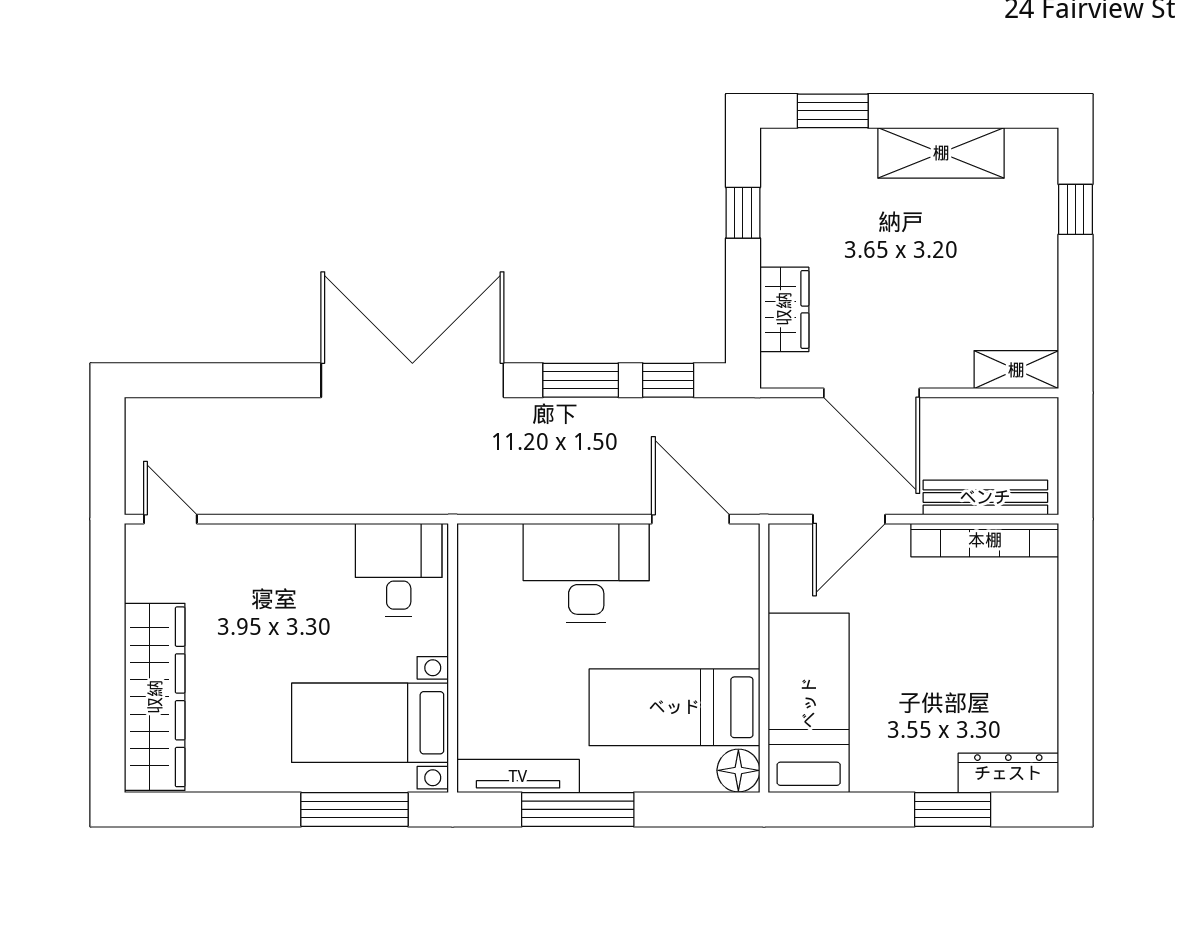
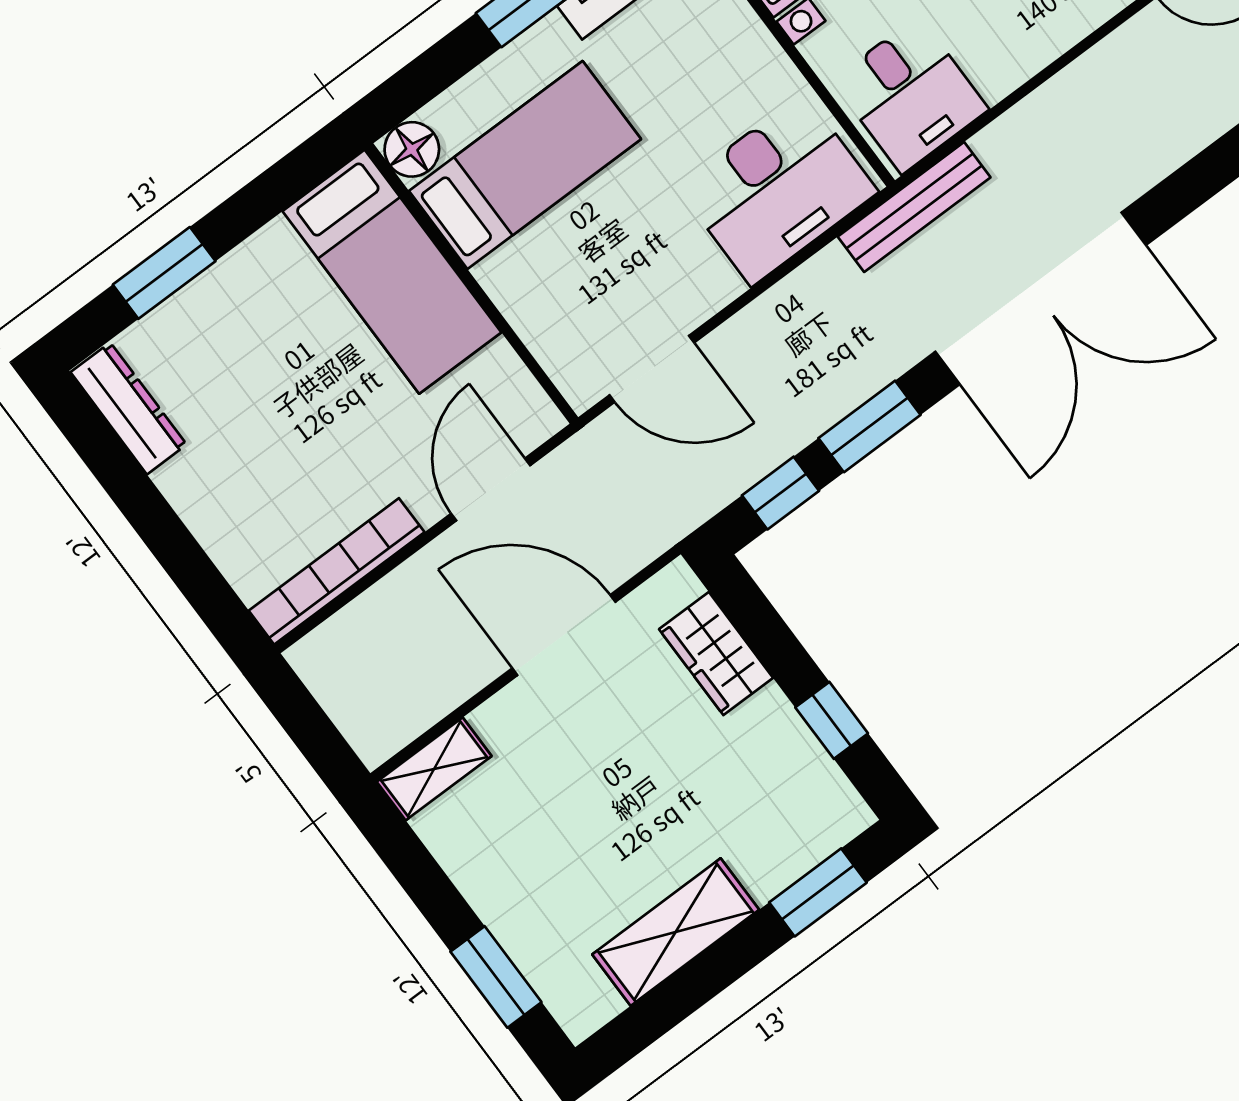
window: (1075, 209) -> (496, 977), width x1.50
bench: (985, 497) -> (914, 207), moved
desk: (586, 573) -> (778, 190), moved
dresser: (1008, 773) -> (129, 408), moved, turned -90

